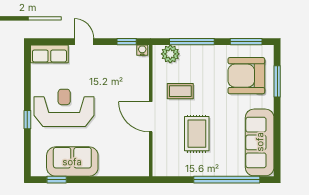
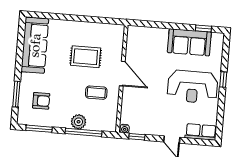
plant: (170, 54) -> (79, 122), moved
armchair: (246, 76) -> (41, 101), width x0.53, depth x0.53
rug: (197, 134) -> (86, 57), turned 90
window: (227, 180) -> (64, 17), removed

